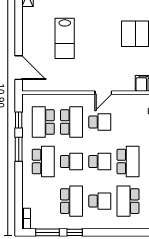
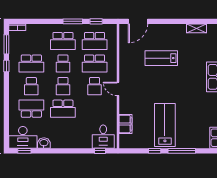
school desk: (43, 122) -> (95, 41), turned 180

